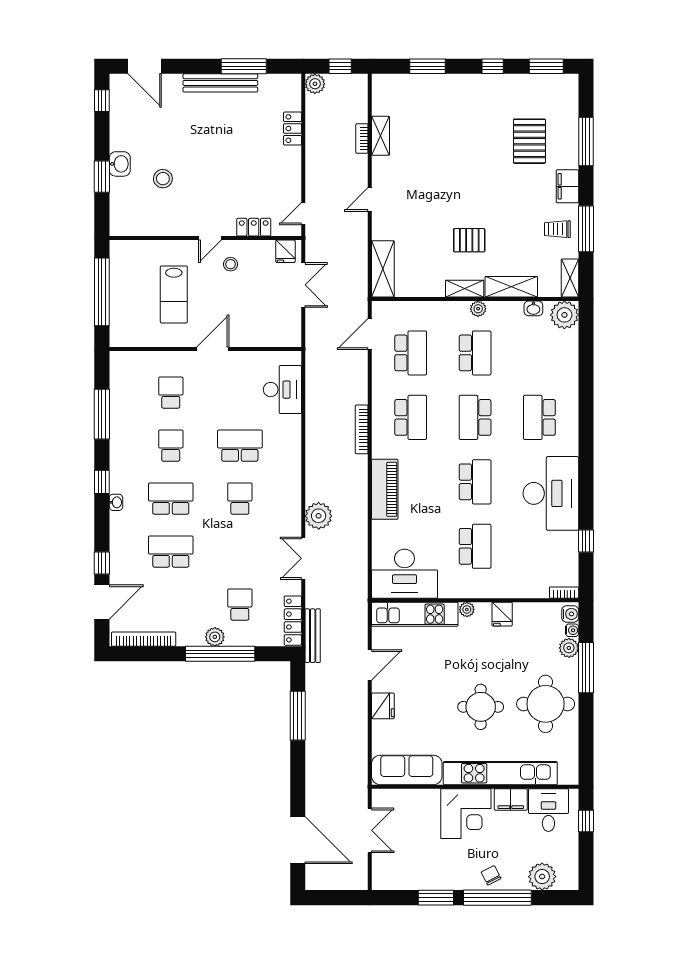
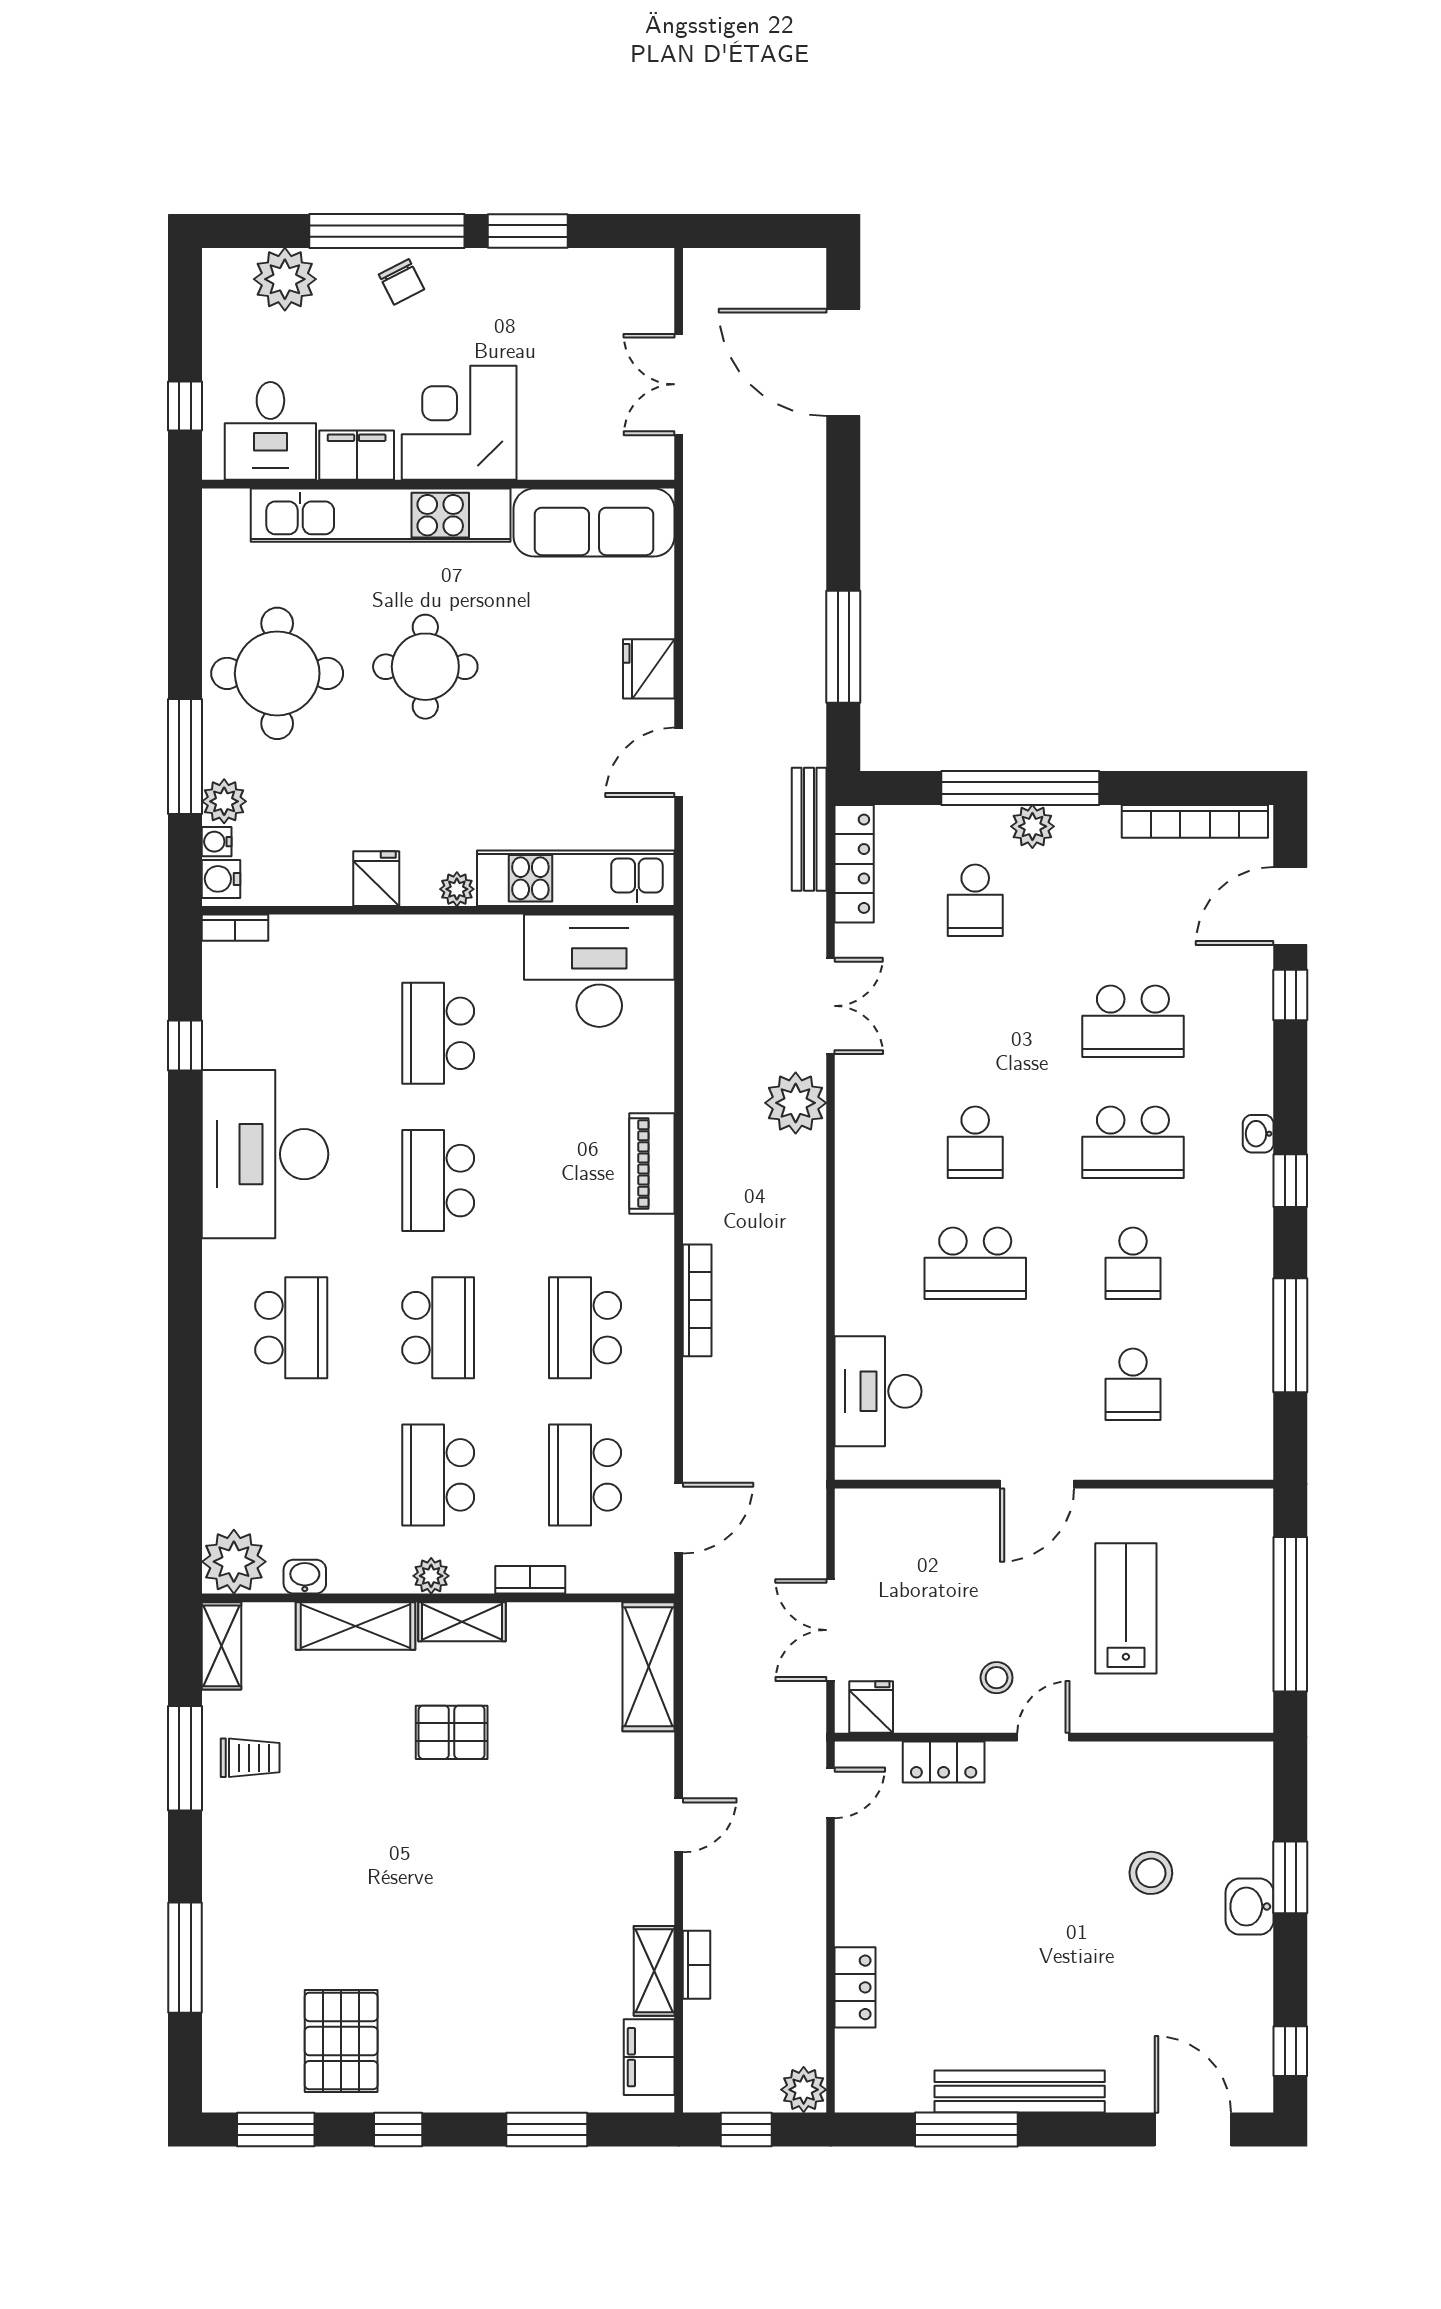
pallet: (529, 141) -> (341, 2041), moved
filing cabinet: (567, 186) -> (649, 2057), moved, turned 180
bookcase: (435, 307) -> (530, 1580), added
piano: (385, 489) -> (652, 1163), width x0.73, depth x0.75

